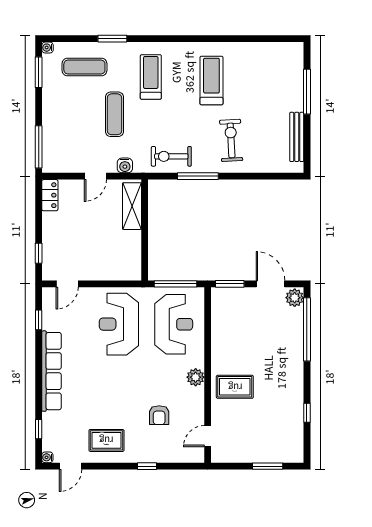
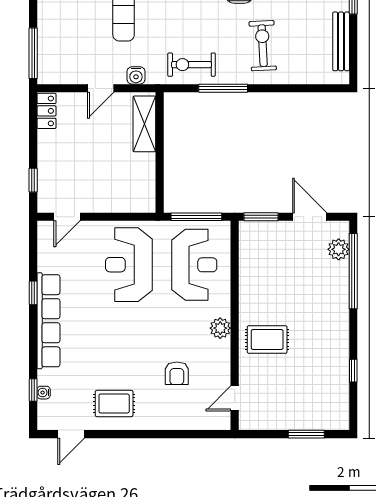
plant: (295, 298) -> (339, 249), moved
window: (39, 320) -> (33, 293), moved
water cooler: (47, 457) -> (44, 393), moved
window: (147, 466) -> (162, 434), removed

